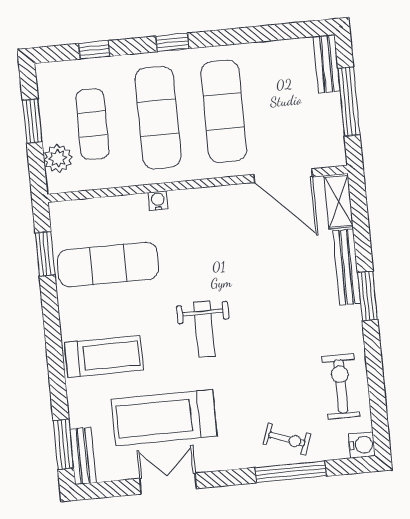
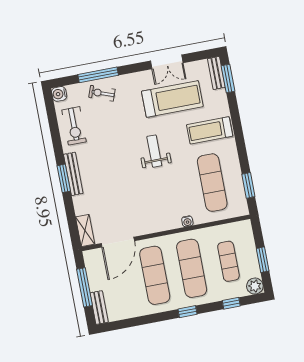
plant: (58, 158) -> (255, 286), moved
door: (283, 176) -> (118, 242), swing flipped
exercise mat: (108, 264) -> (212, 183), turned 90
bench: (347, 267) -> (73, 174), moved

